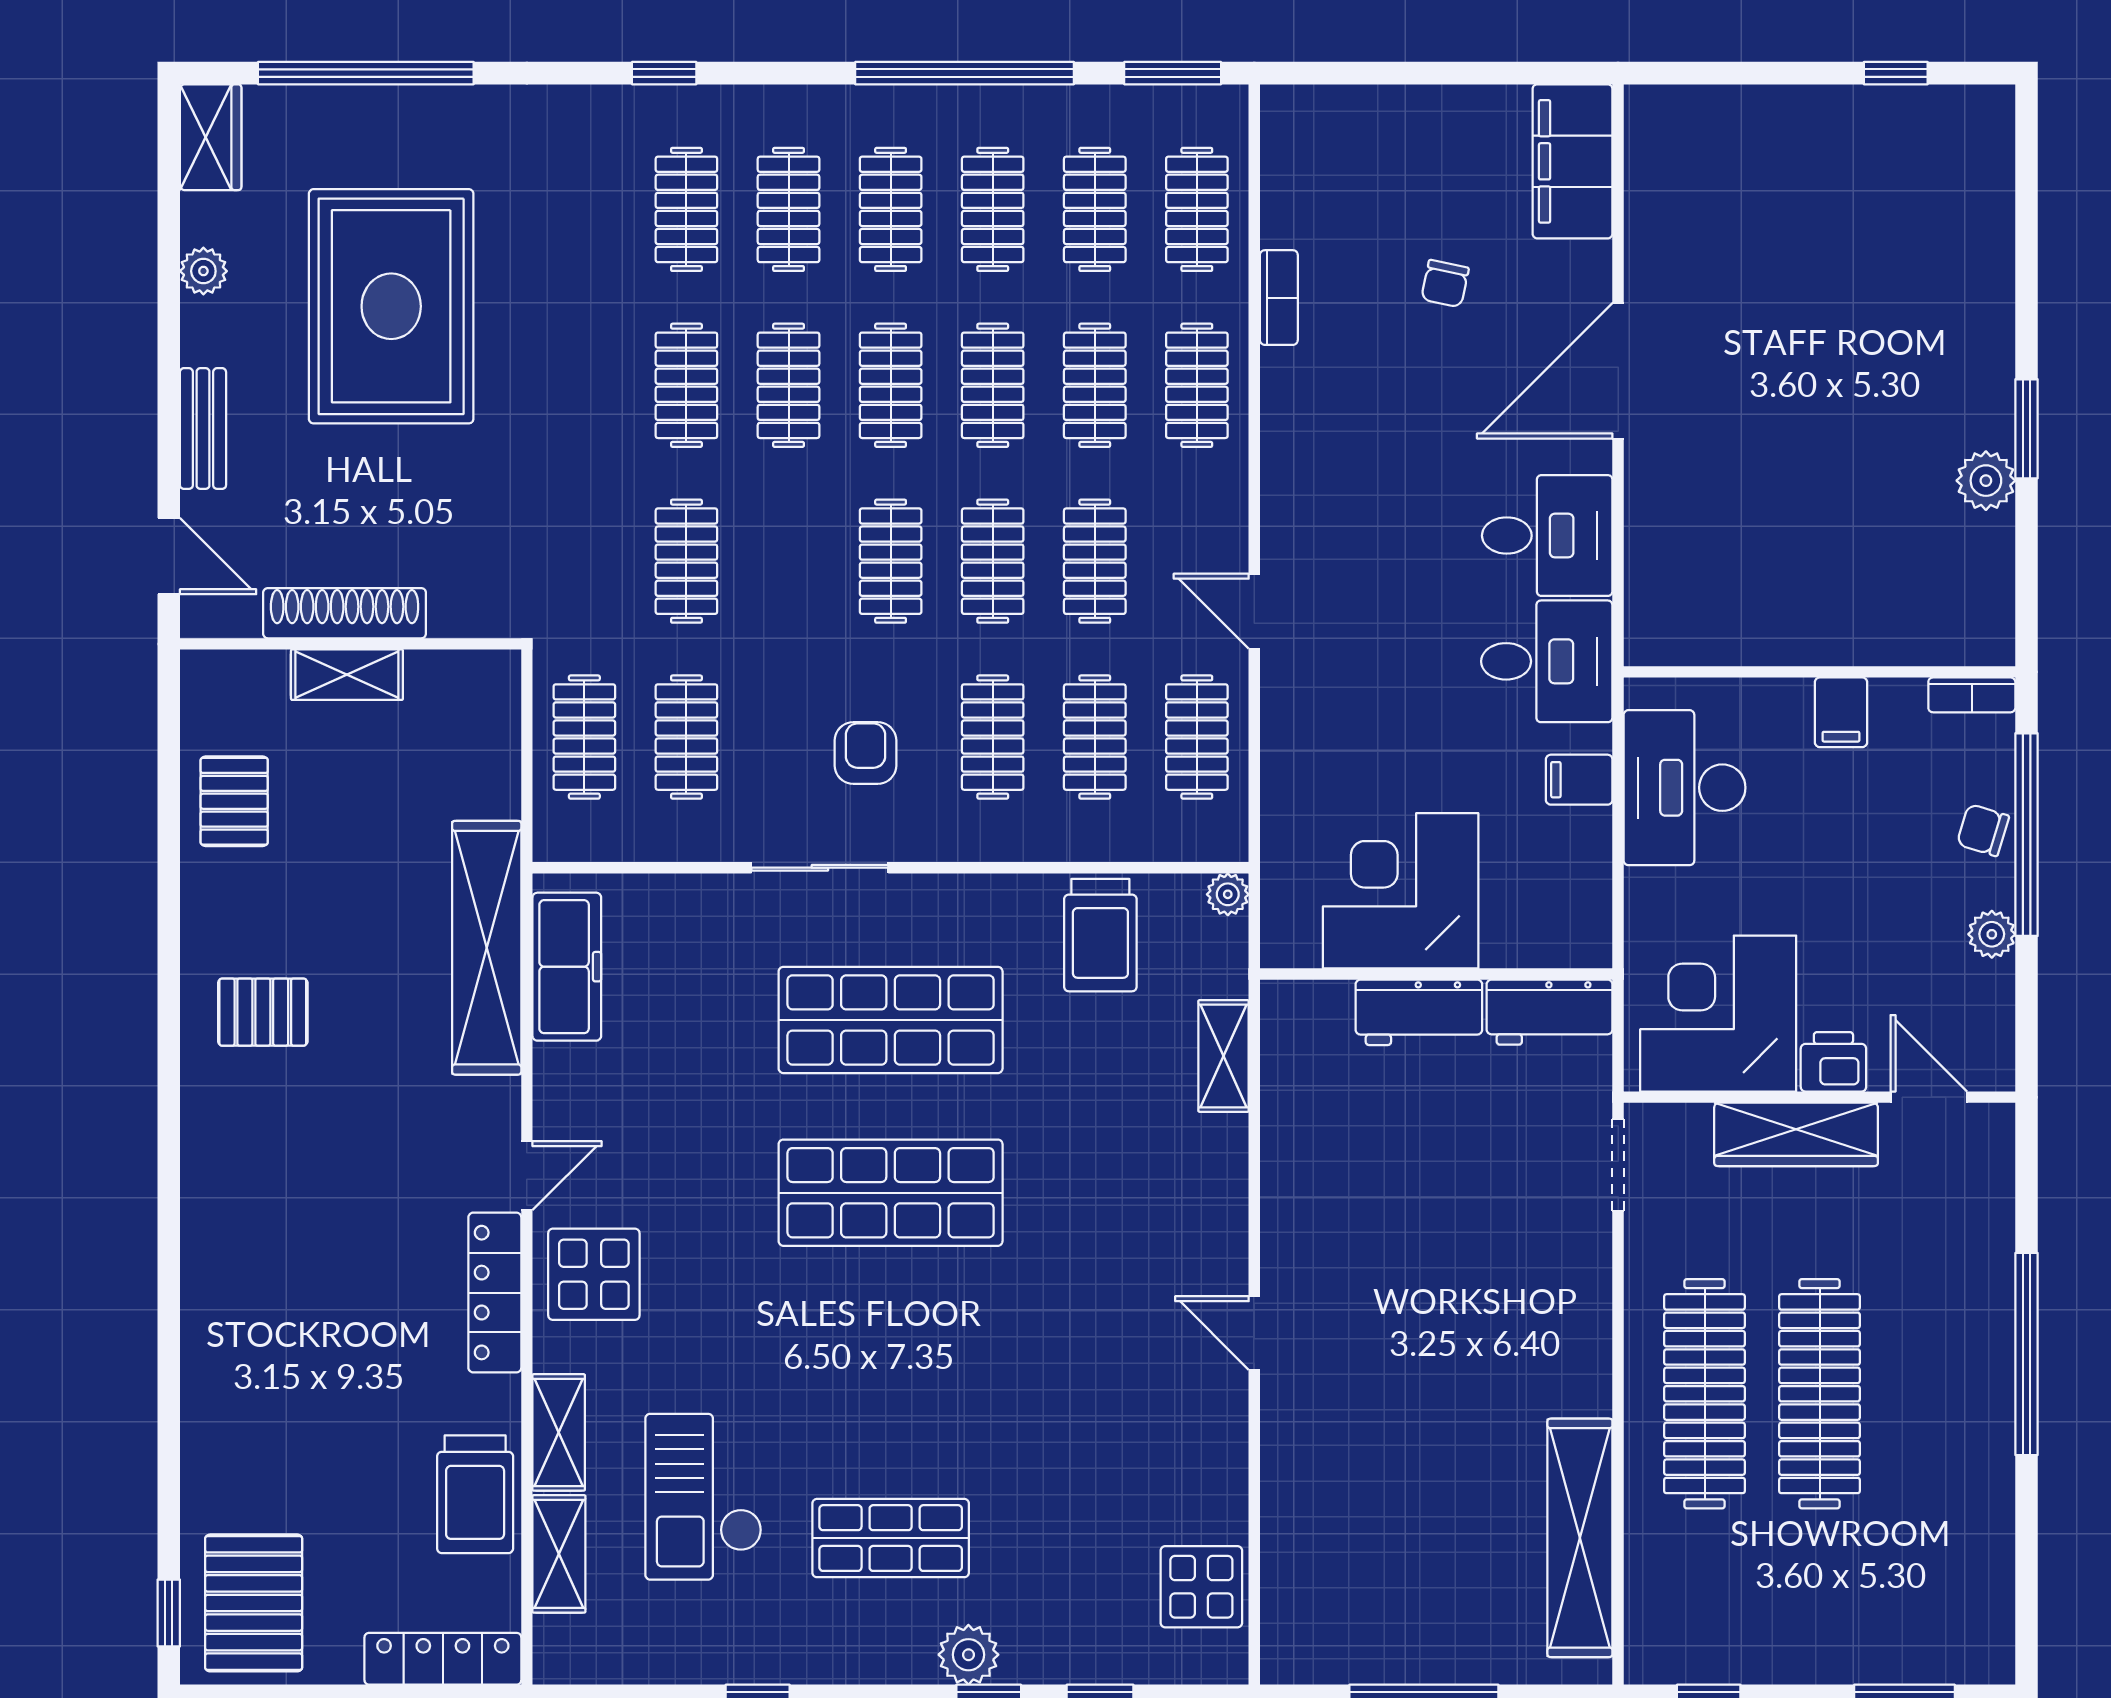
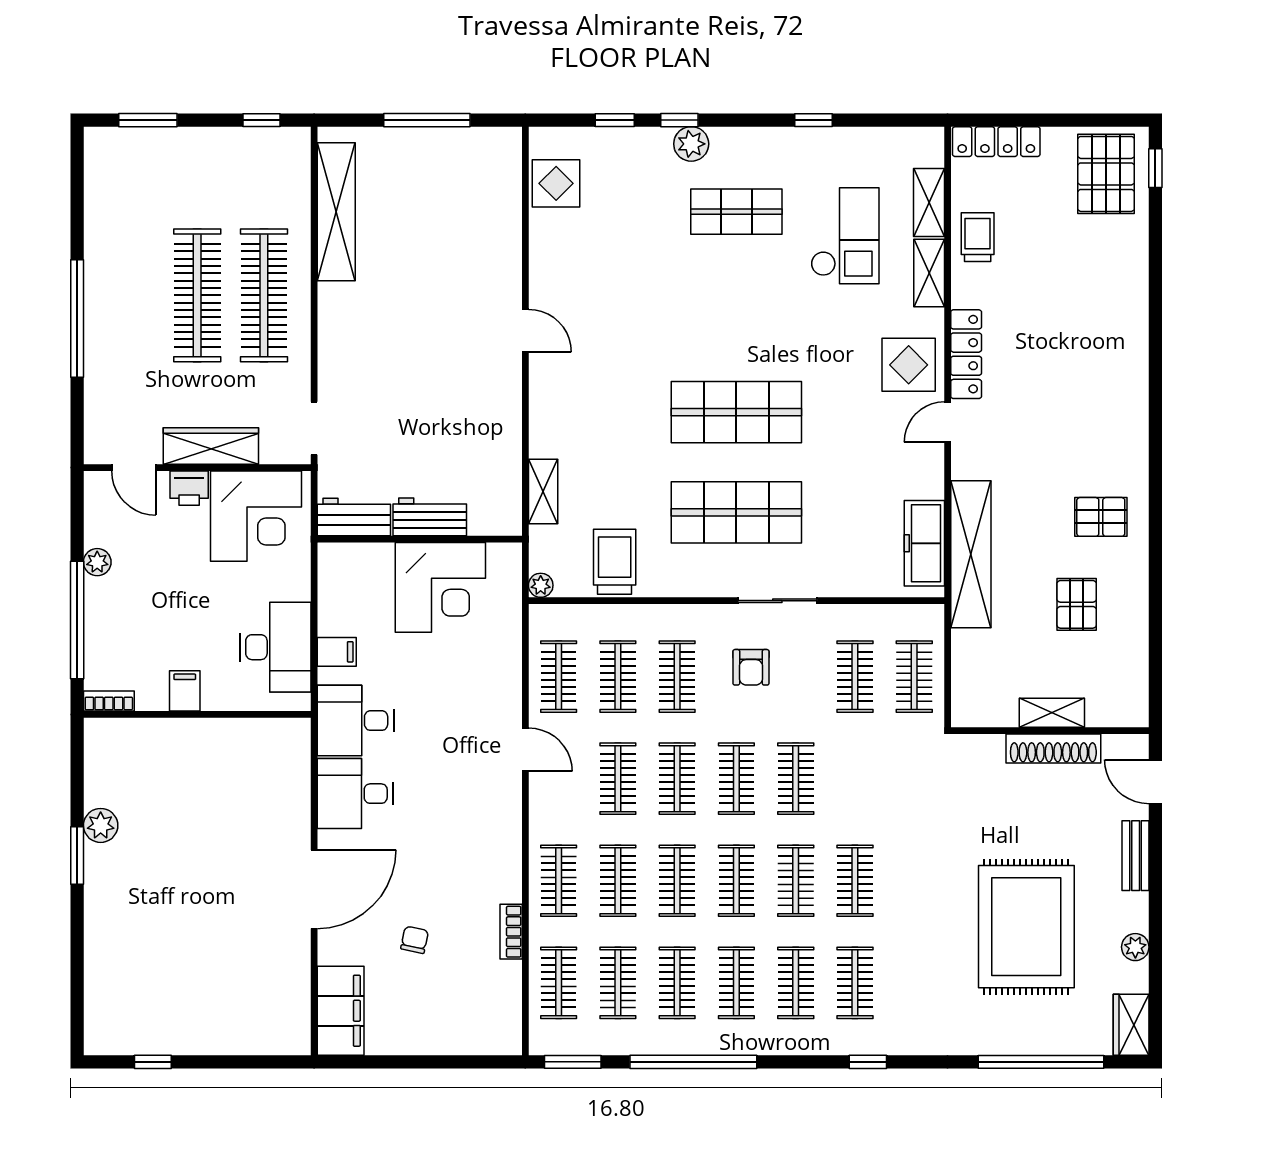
clothes rail: (686, 561) -> (796, 779), moved
pallet: (234, 801) -> (1077, 604), moved
chair: (1983, 830) -> (102, 623), removed
trolley: (475, 1494) -> (978, 237), width x0.73, depth x0.72

